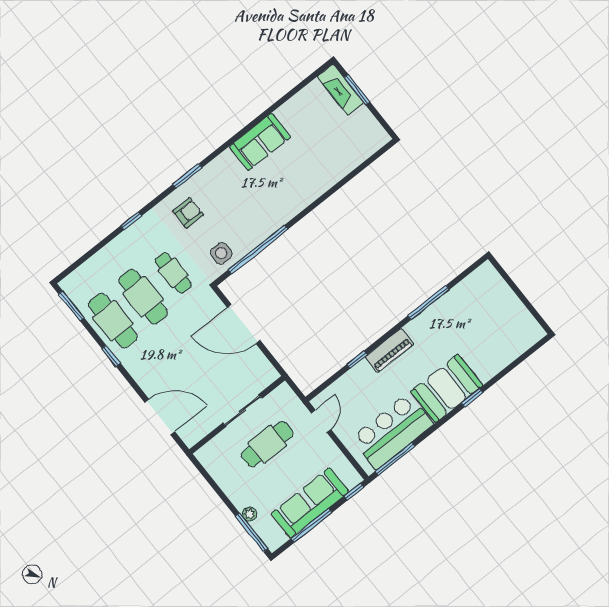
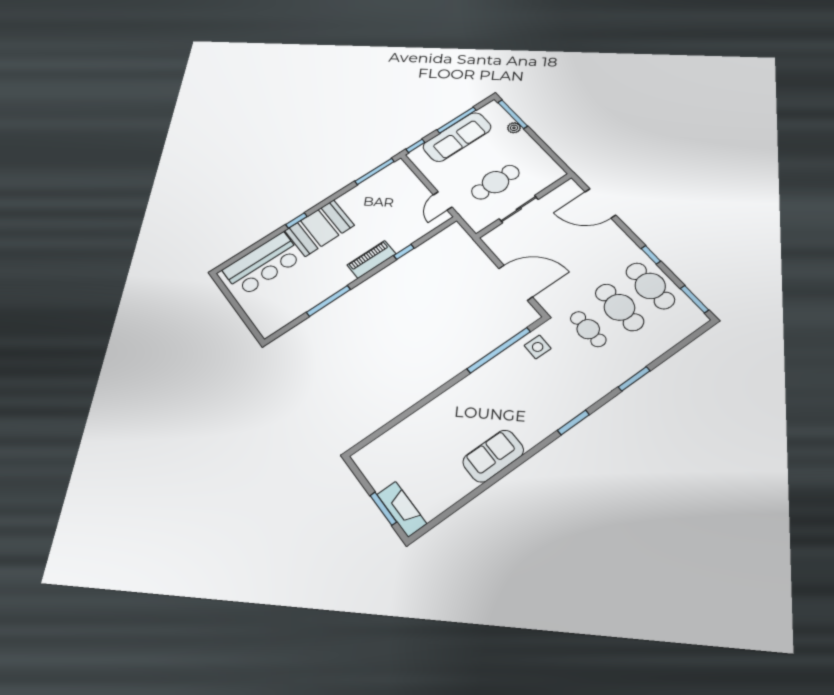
armchair: (188, 213) -> (573, 386), removed
window: (131, 221) -> (634, 379), width x1.50
bar counter: (392, 431) -> (263, 264), moved

